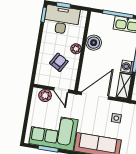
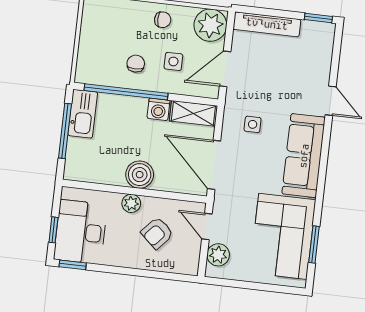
boiler: (94, 43) -> (140, 175), moved
armchair: (59, 62) -> (157, 233), turned -78
door: (61, 90) -> (207, 227), swing flipped

